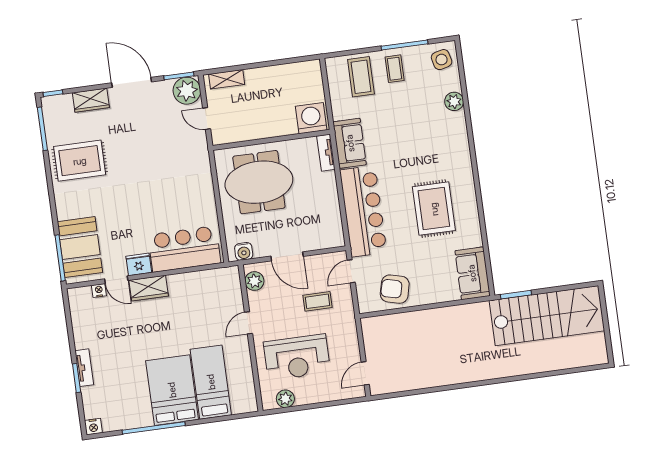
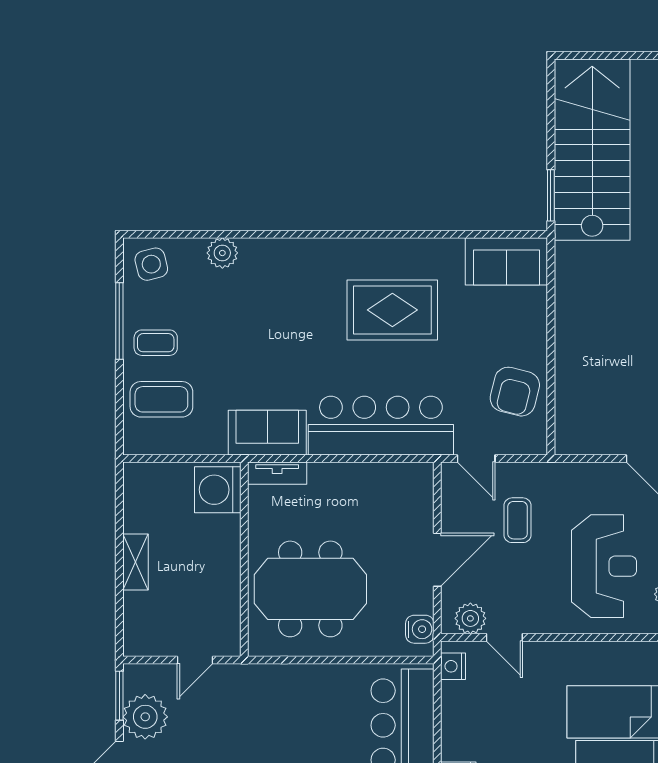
shelving: (227, 79) -> (135, 562), moved
plant: (187, 91) -> (145, 717), moved
meeting table: (259, 182) -> (310, 589), turned 90
nightstand: (224, 275) -> (453, 666), added
door: (248, 323) -> (504, 637), moved

